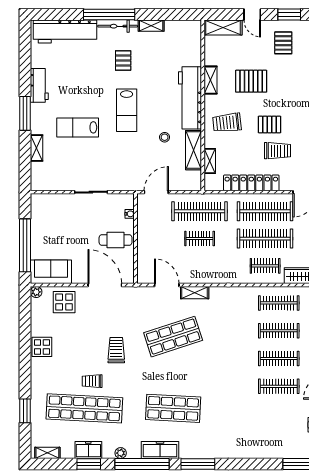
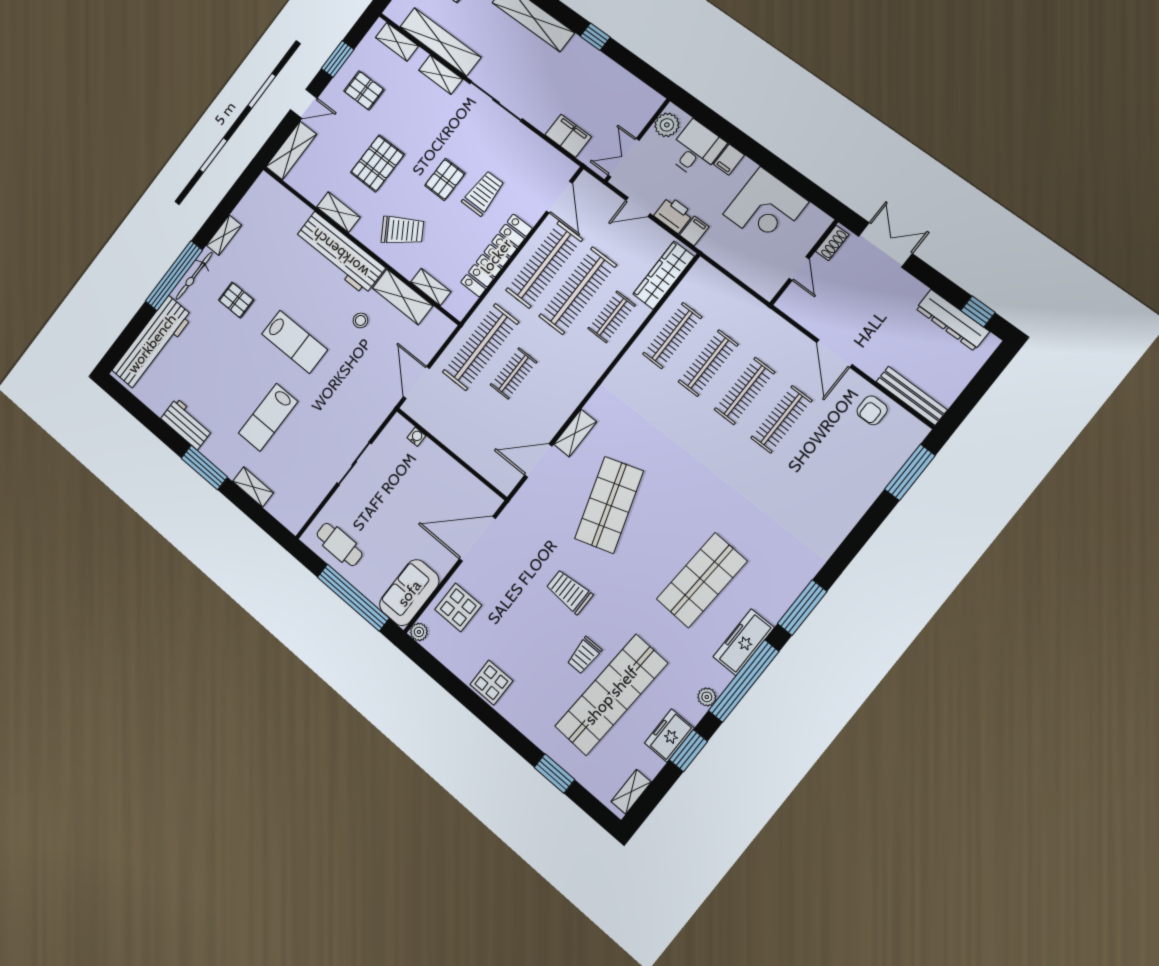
trolley: (227, 123) -> (402, 230), turned -117
cafe table: (116, 240) -> (339, 544), moved, turned 90

